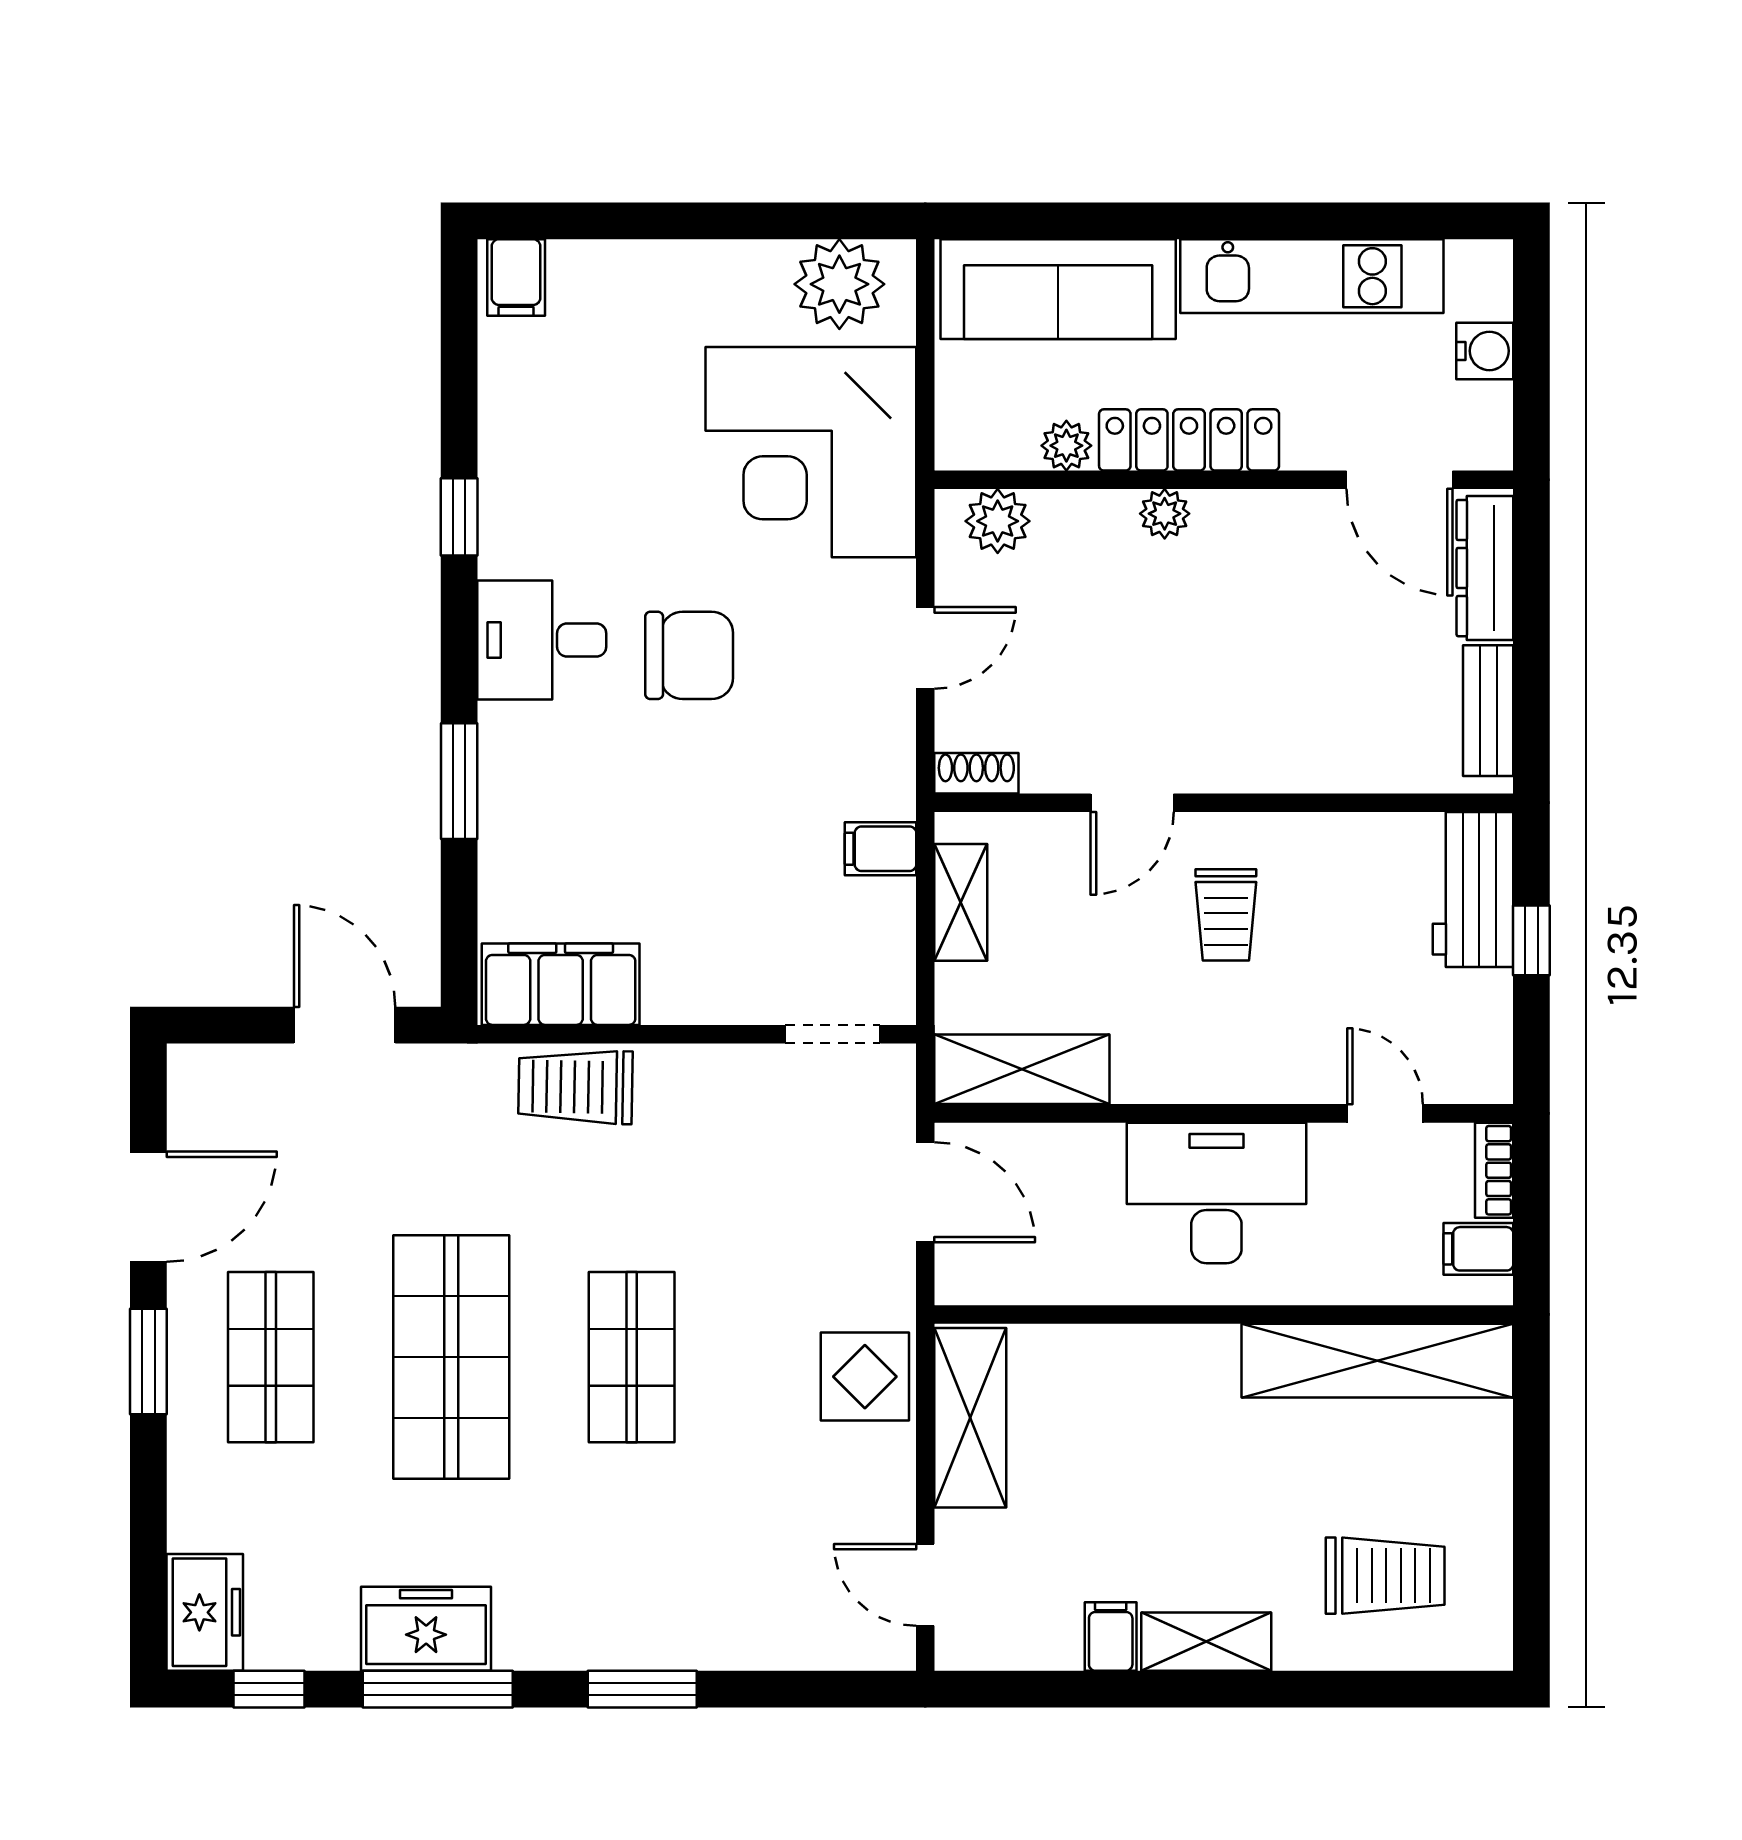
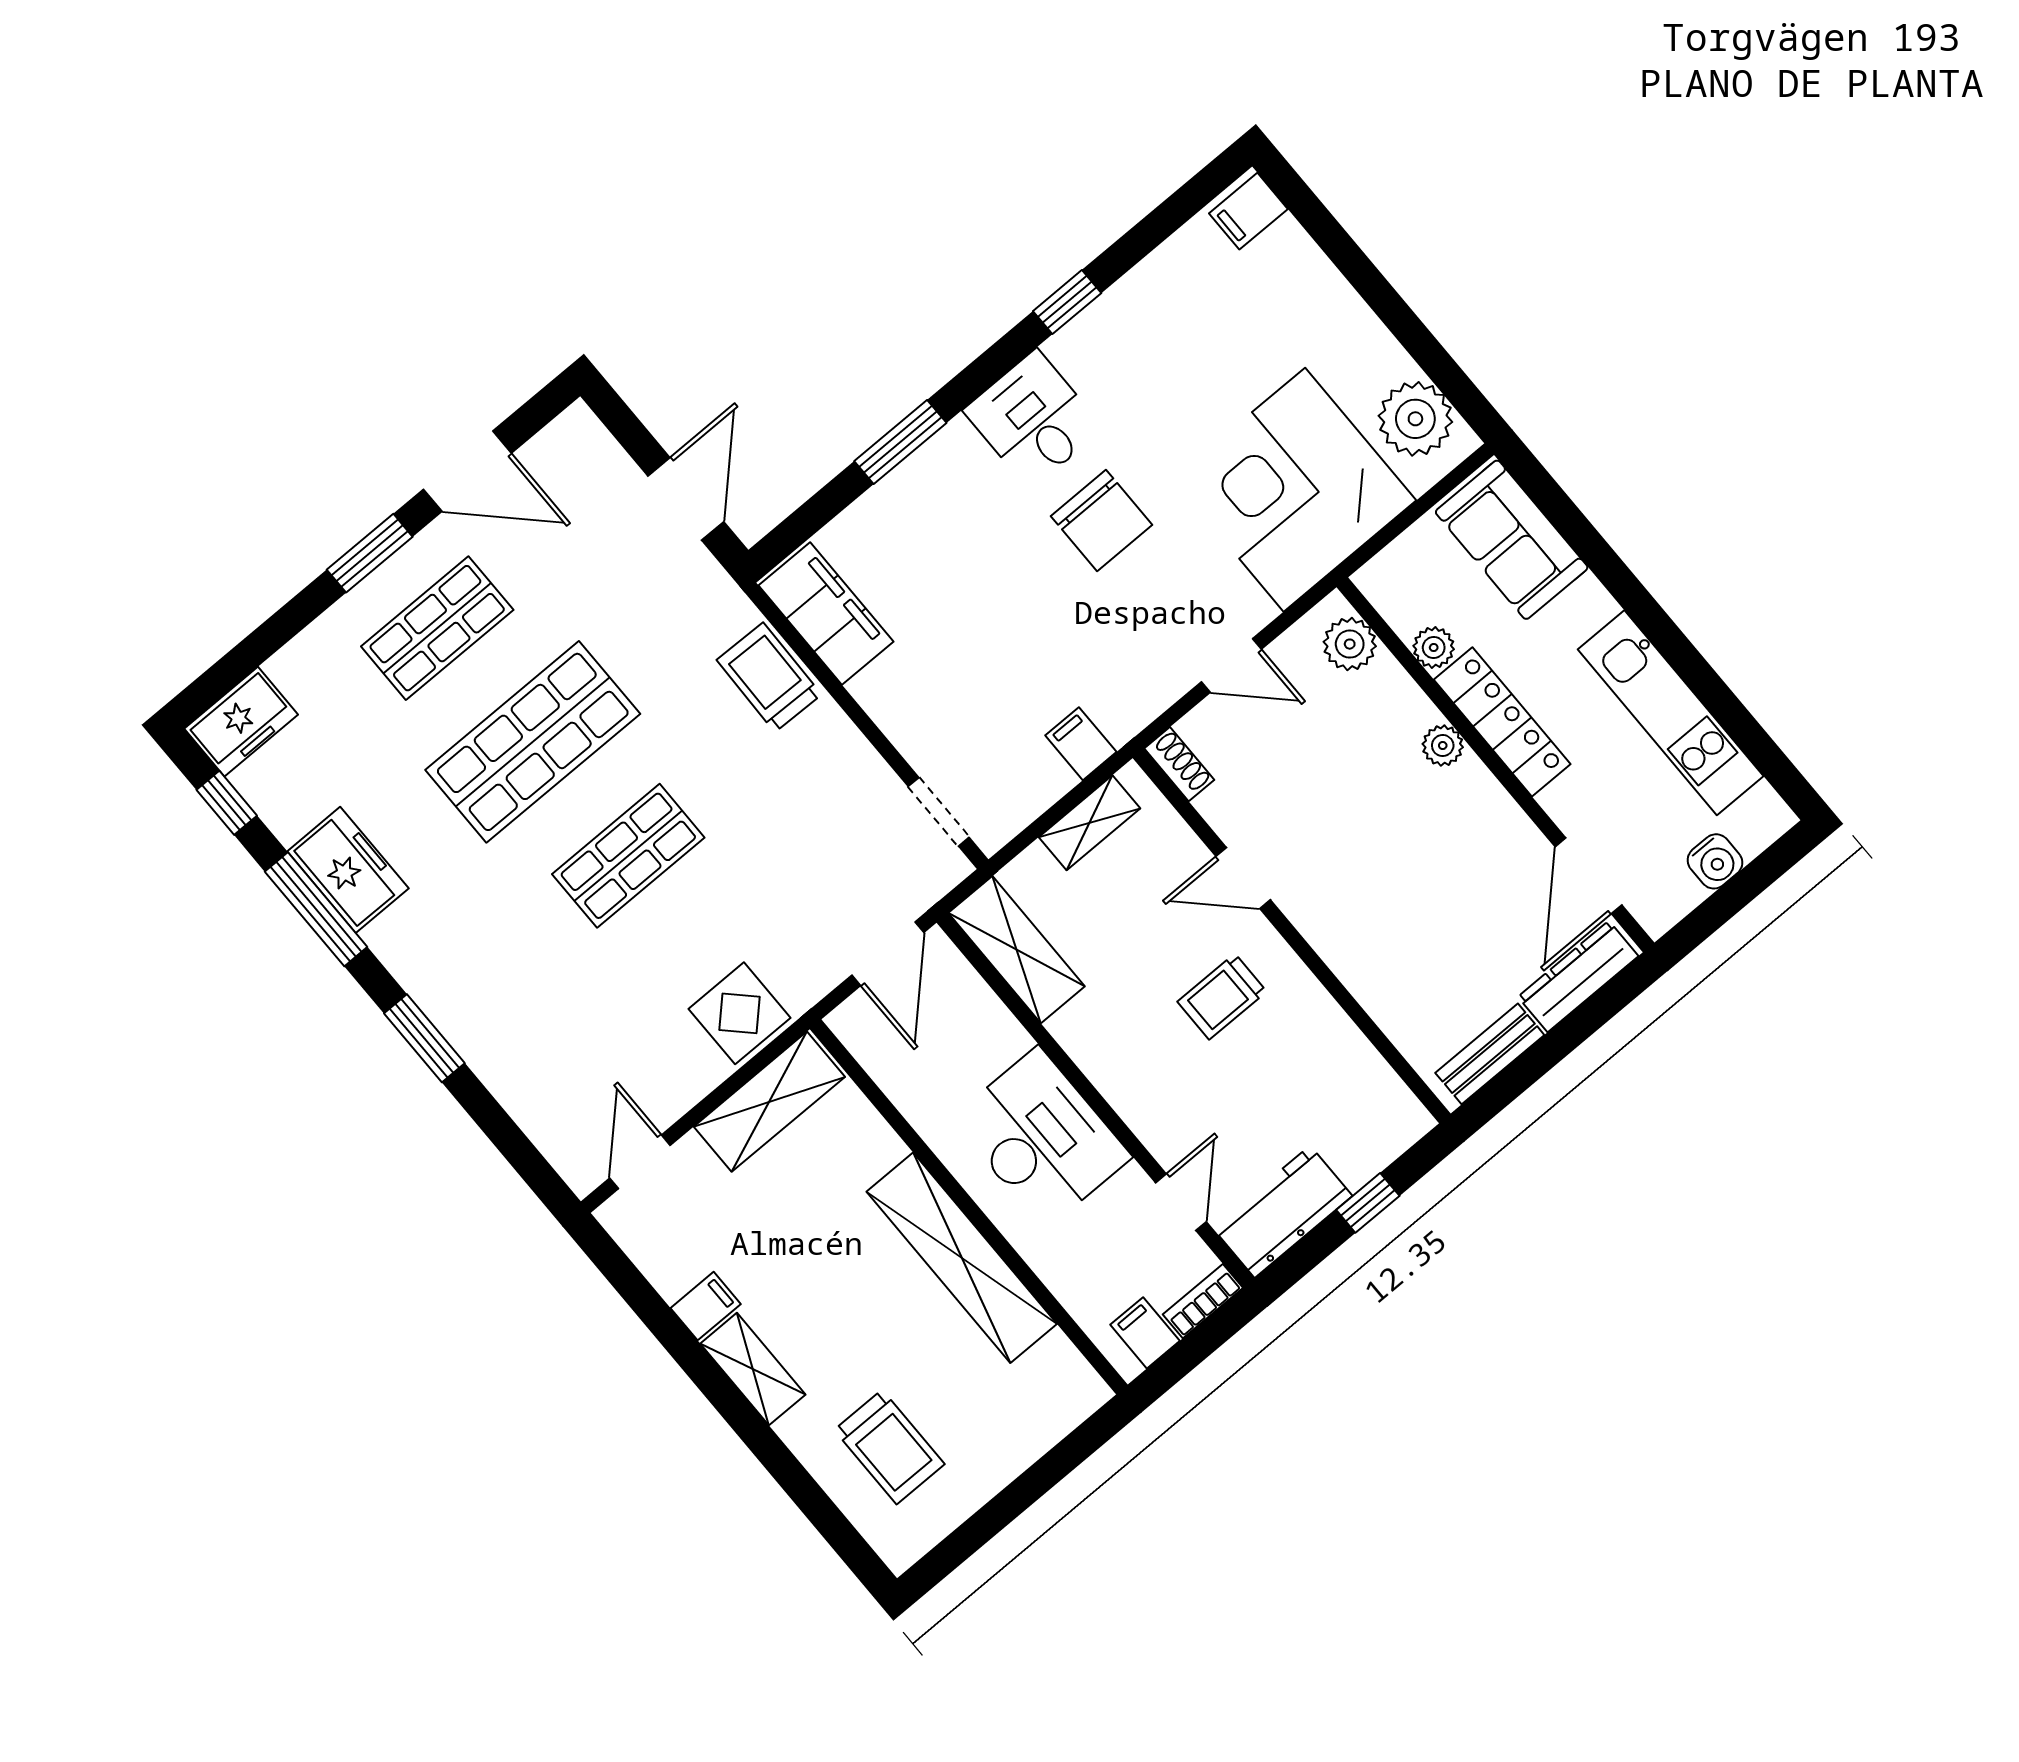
sofa: (1058, 289) -> (1512, 540), width x0.73
workbench: (1473, 889) -> (1282, 1212), moved
shelving: (1377, 1361) -> (962, 1258), moved

